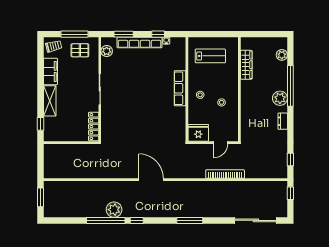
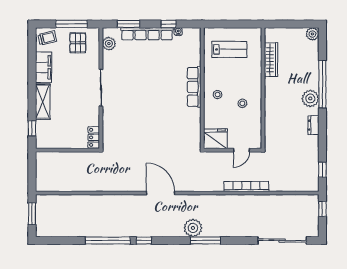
pallet: (80, 50) -> (78, 43), turned 90
plant: (282, 55) -> (312, 34), moved
locker: (94, 127) -> (94, 137), width x0.66
plant: (114, 210) -> (193, 228), moved

